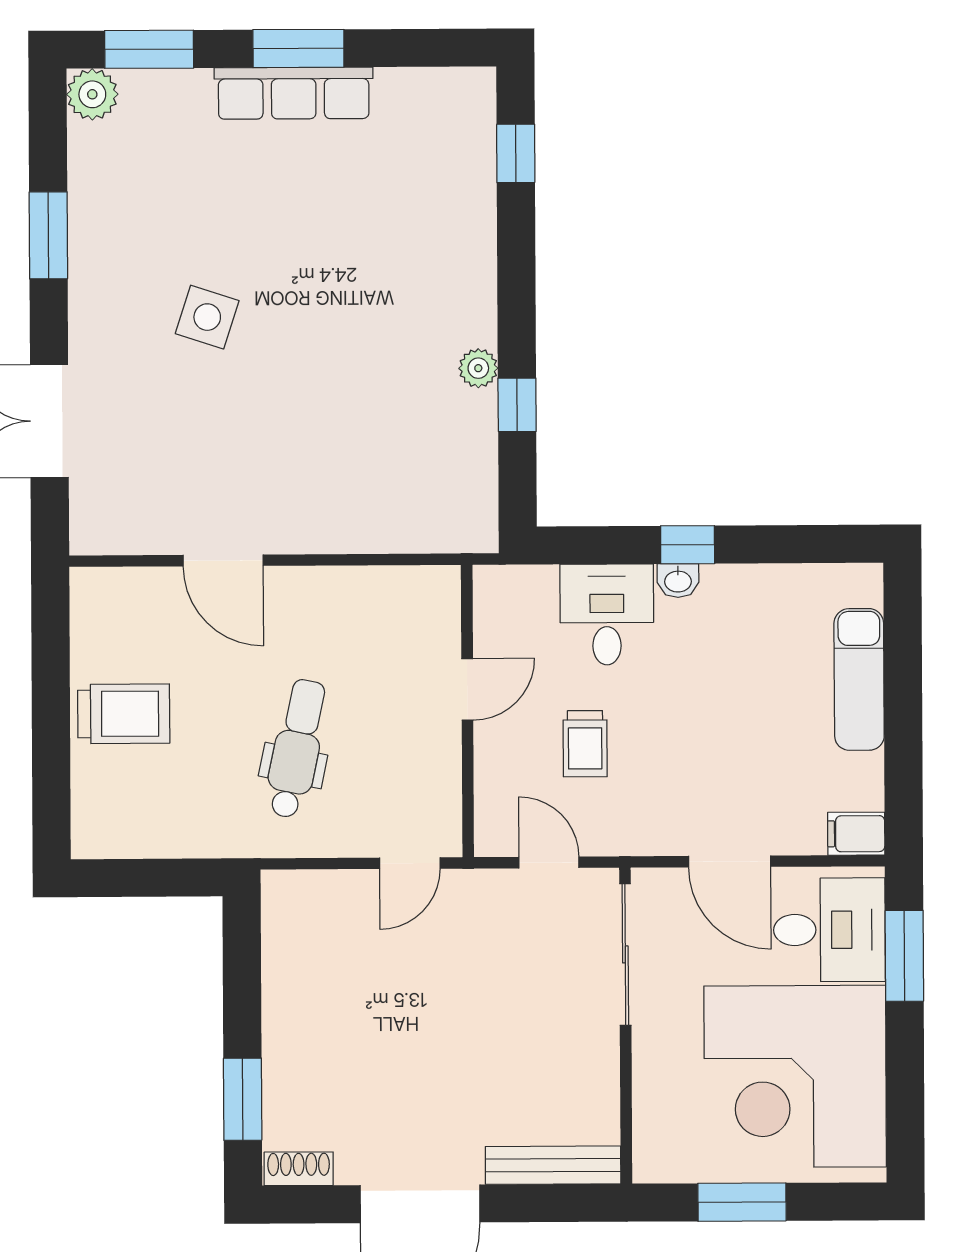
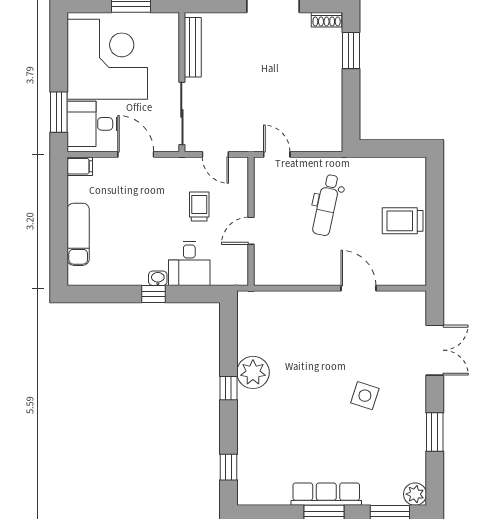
plant: (478, 368) -> (253, 372), width x1.87, depth x1.87
window: (517, 405) -> (228, 388), moved
door: (410, 863) -> (277, 154), hinge flipped
bench: (553, 1165) -> (193, 47), moved, turned 90

